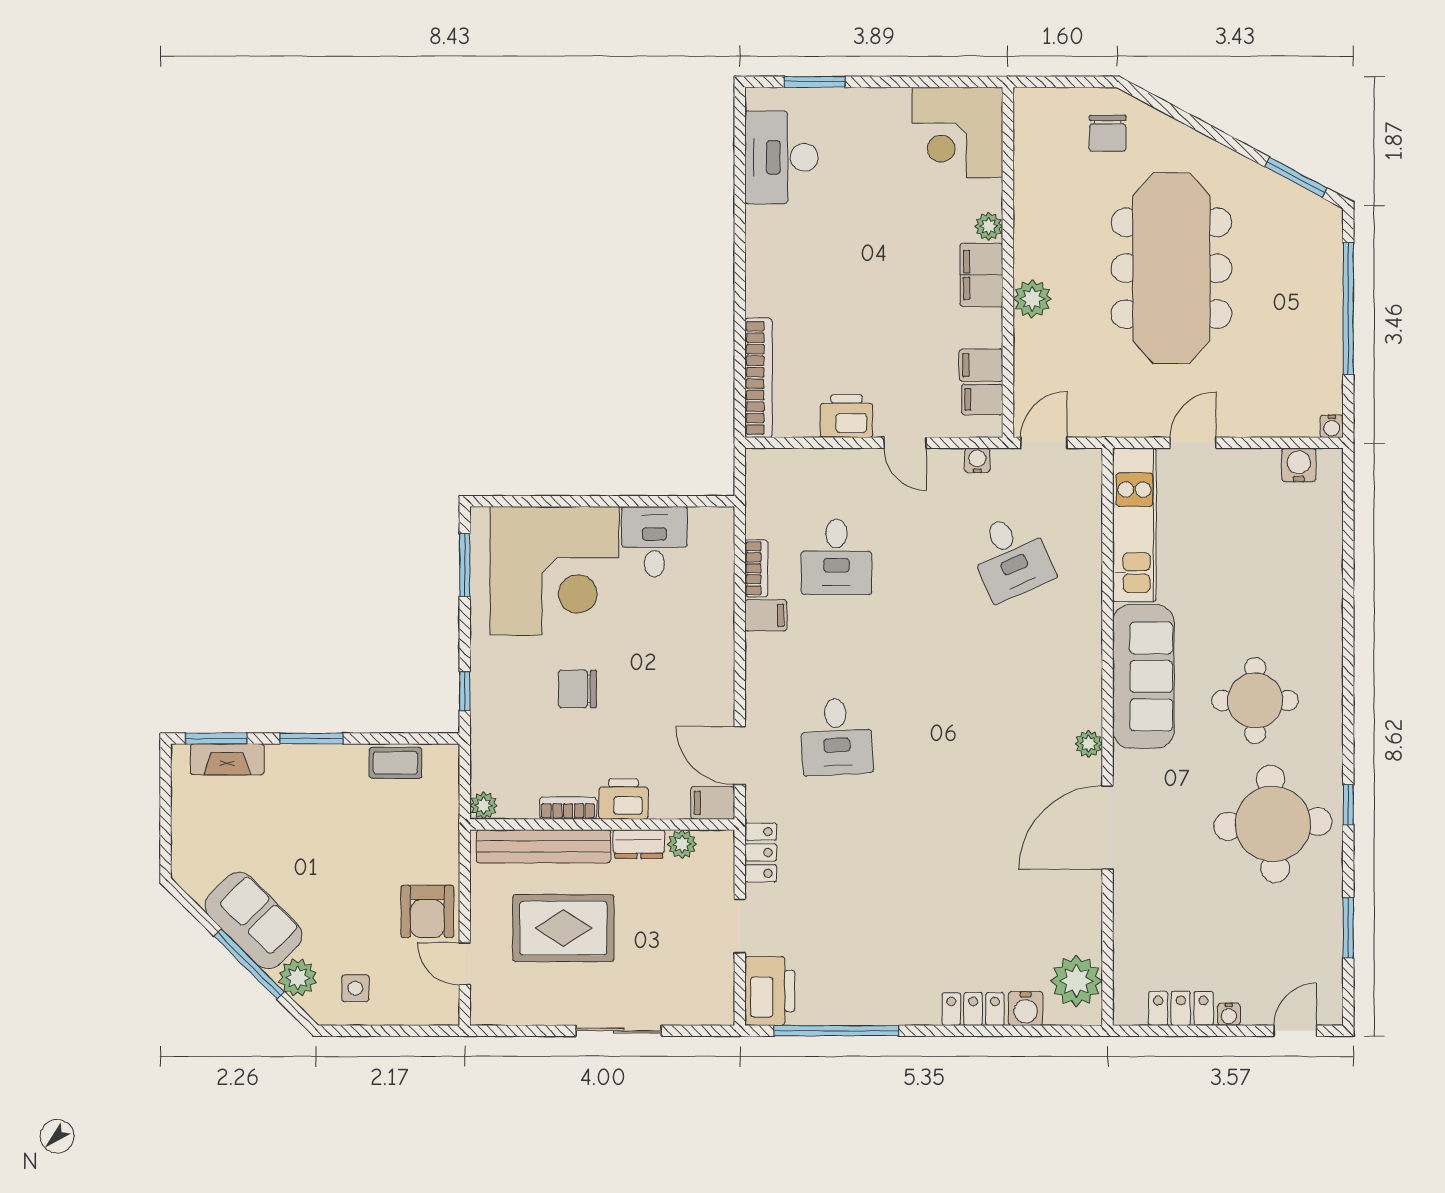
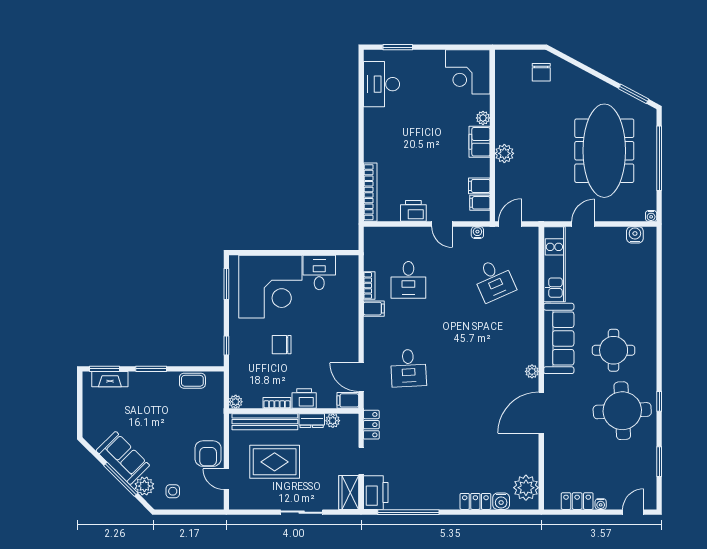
meeting table: (1171, 268) -> (604, 151), moved
wardrobe: (714, 991) -> (349, 492), added

